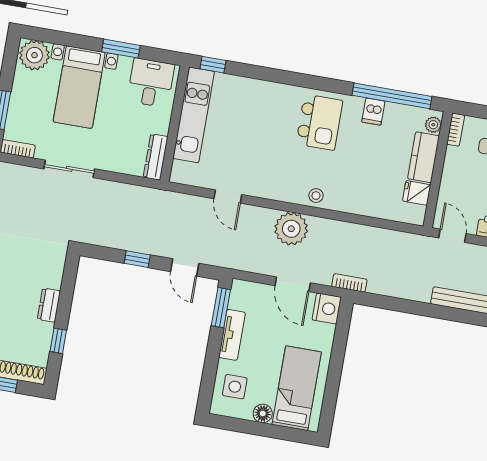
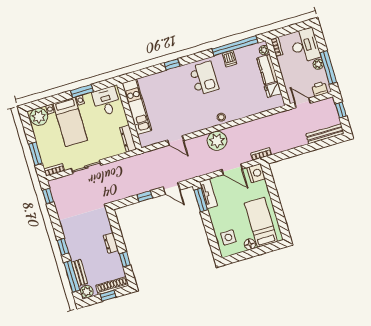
window: (213, 65) -> (172, 64), moved
tv unit: (232, 335) -> (208, 194), moved

